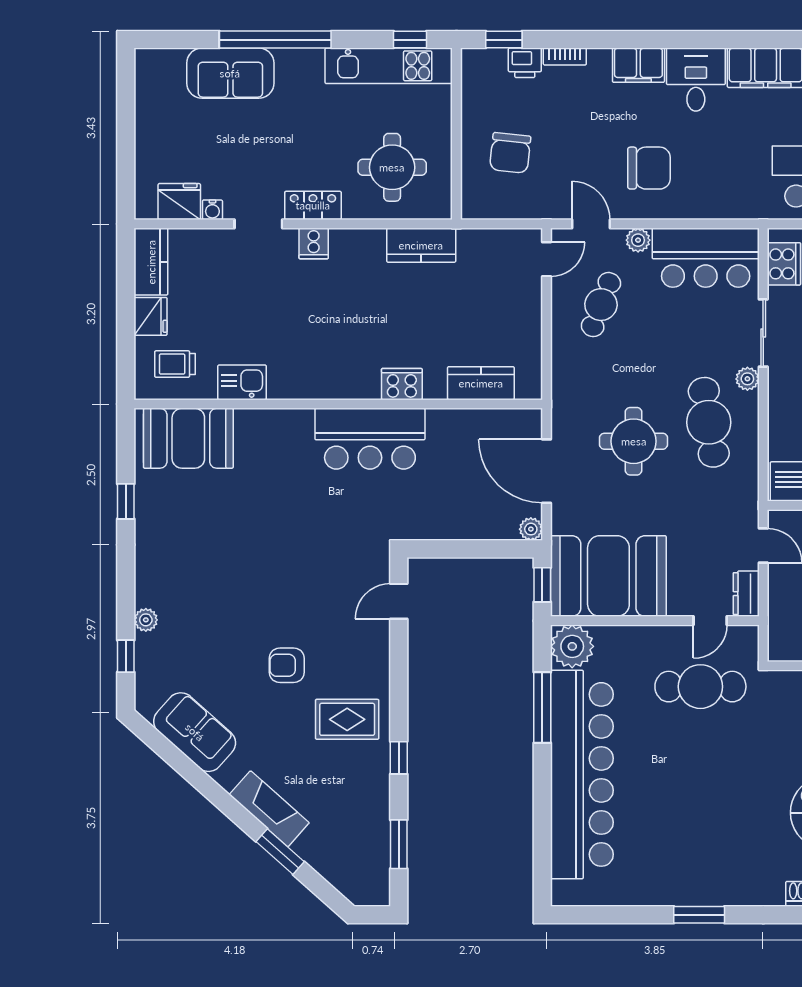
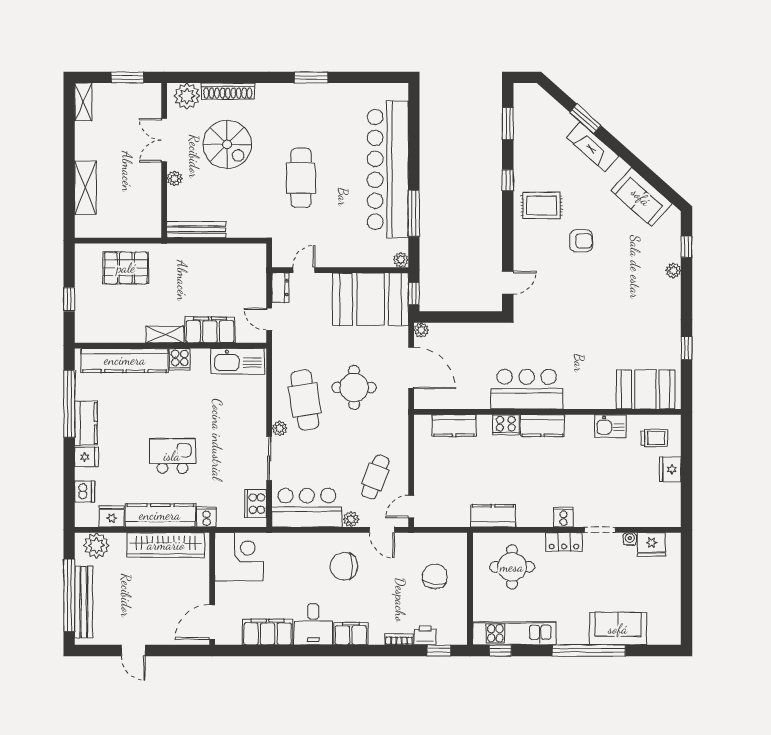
kitchen counter: (151, 262) -> (542, 426), moved, turned -90
plant: (572, 646) -> (401, 260), width x0.53, depth x0.53
cafe table: (700, 687) -> (301, 178), moved, turned 90

